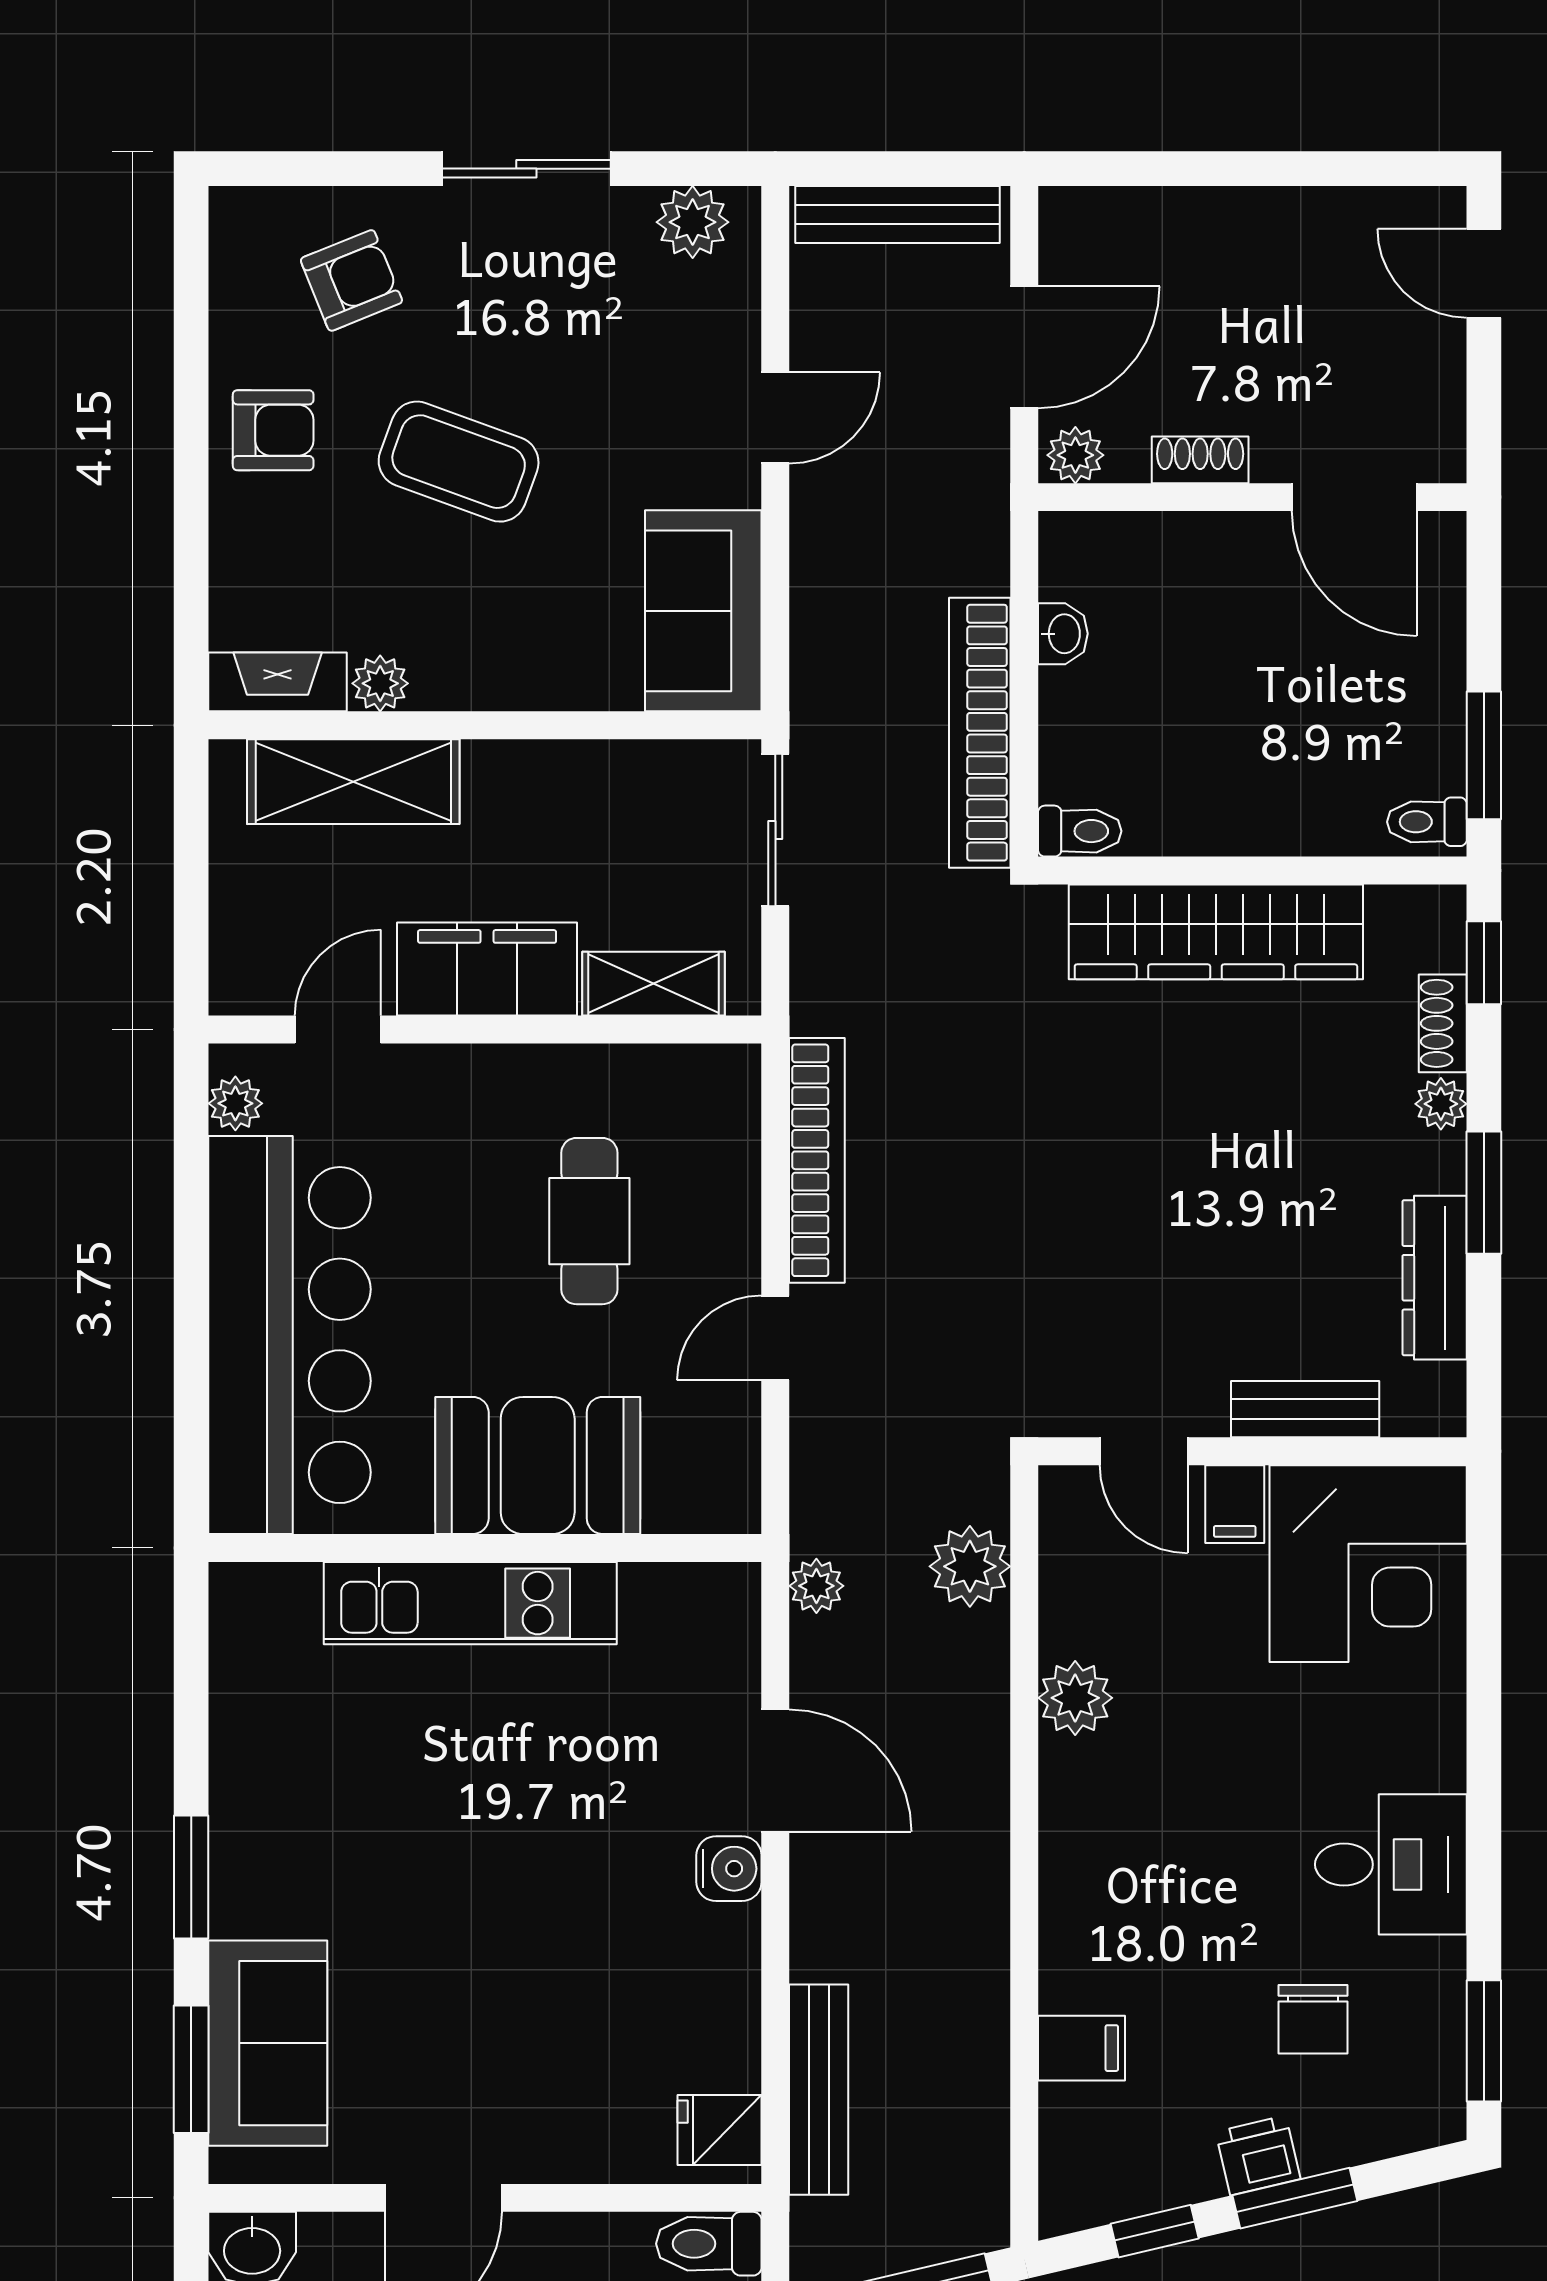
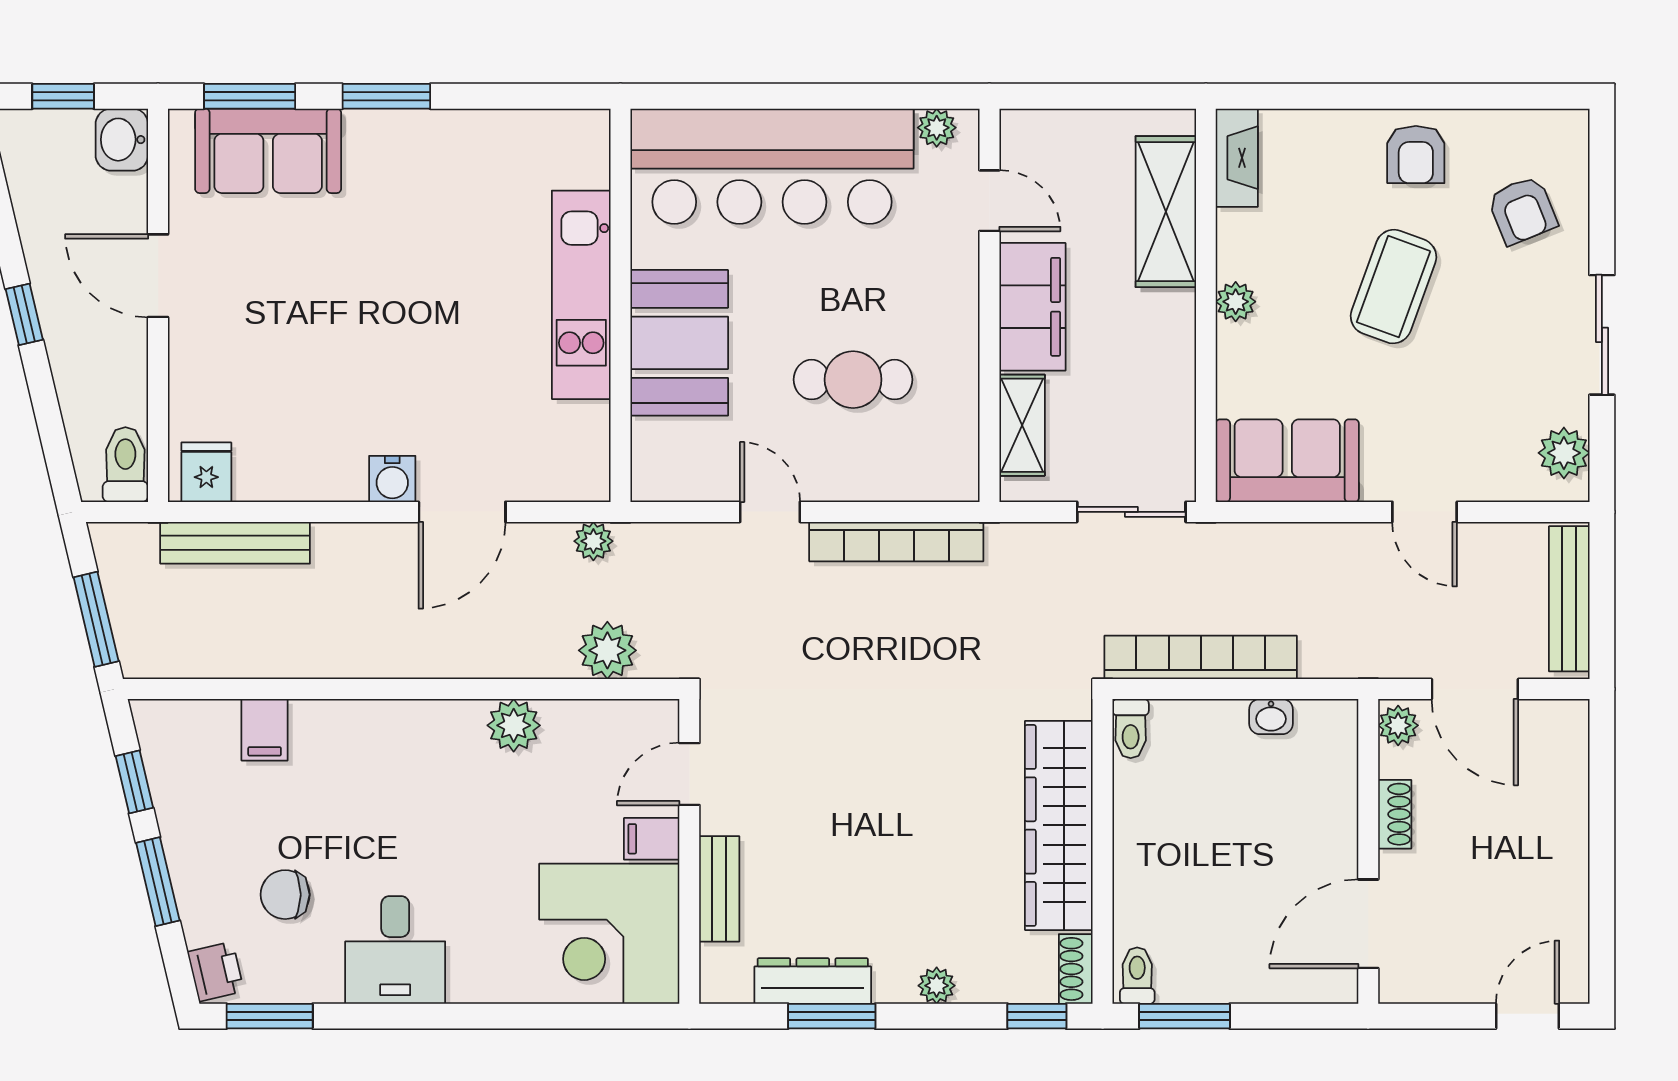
plant: (380, 683) -> (1236, 302), moved
shoe rack: (1443, 1023) -> (1076, 969), moved, turned -90
window: (1484, 1193) -> (832, 1016), moved
printer: (1258, 2155) -> (216, 972), moved

